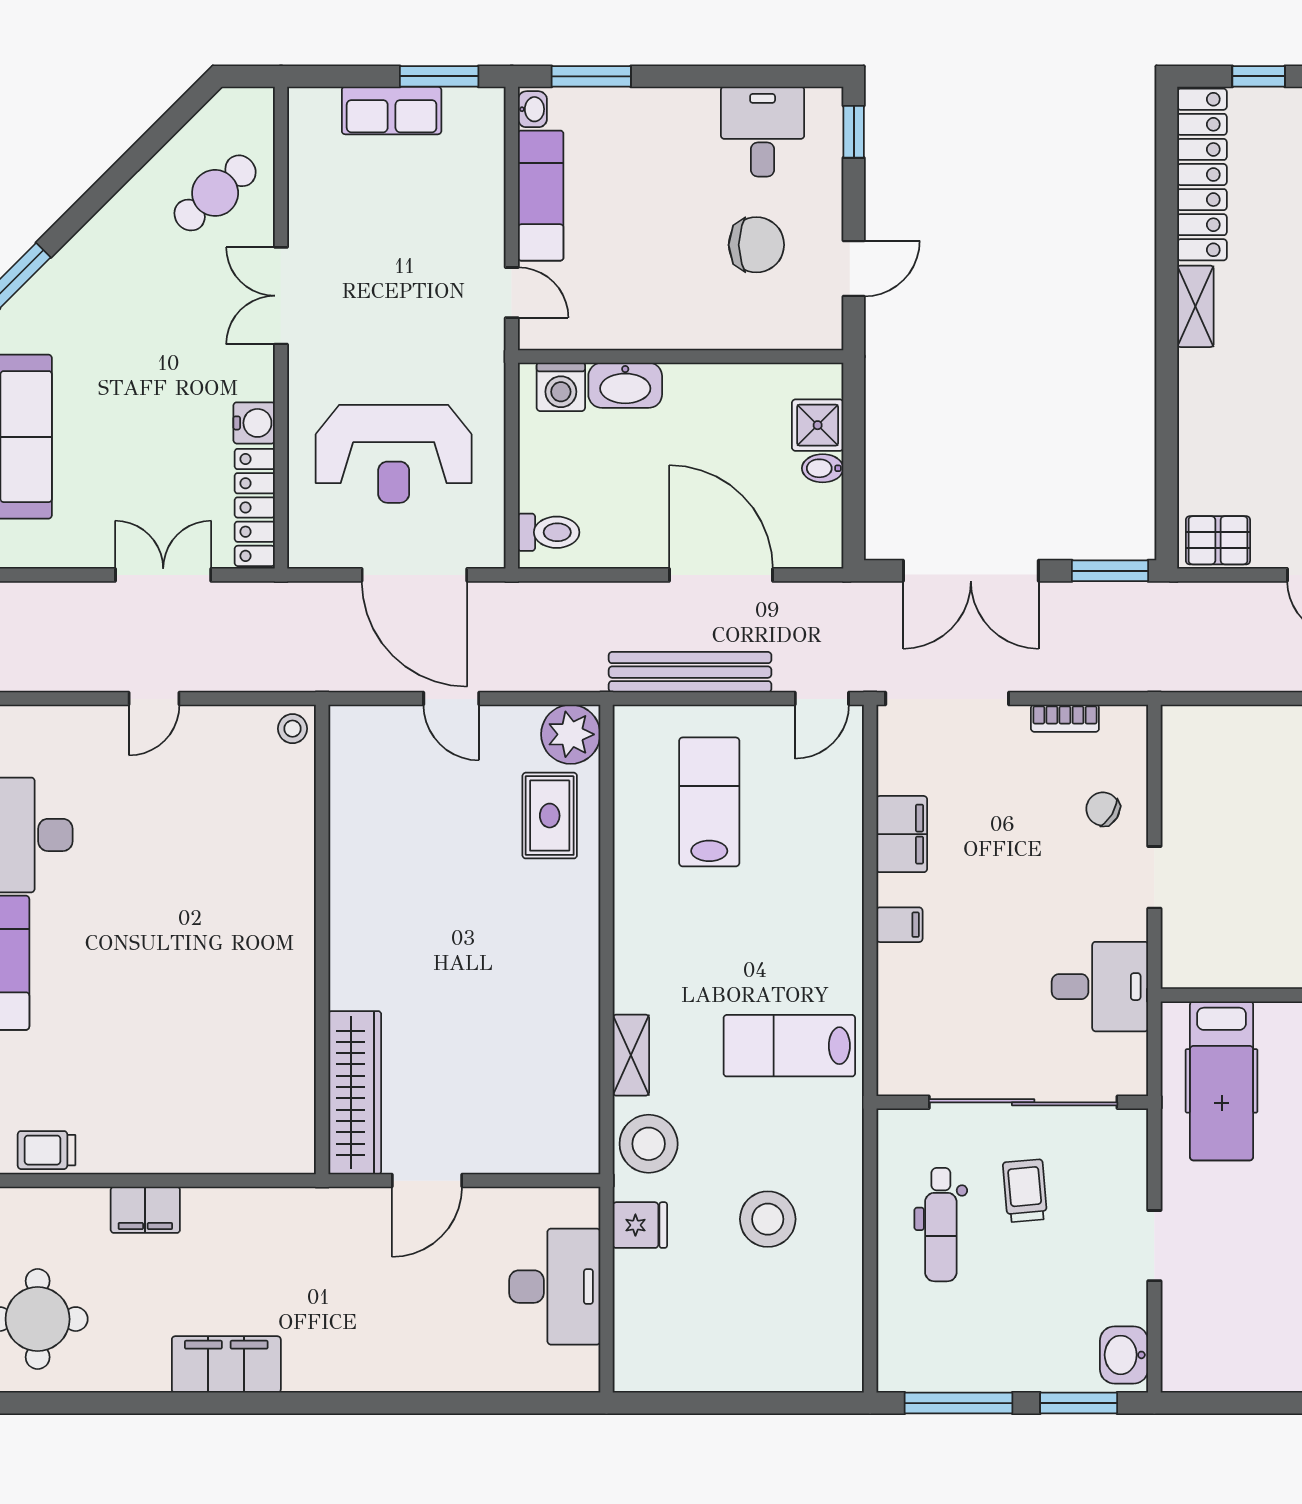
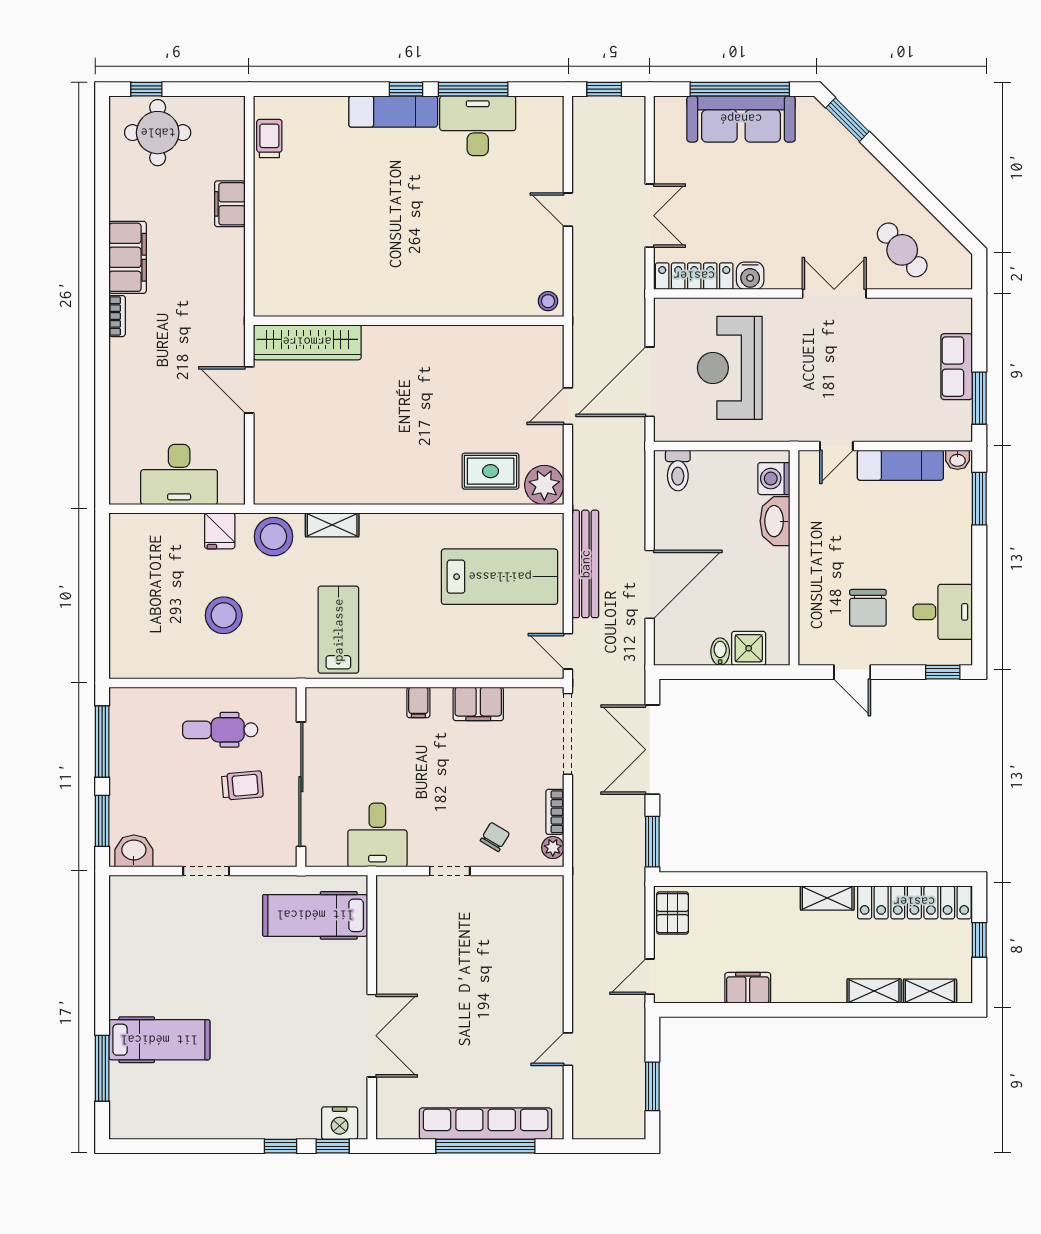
plant: (1119, 721) -> (553, 848), added
lab bench: (709, 802) -> (500, 577), width x1.36, depth x1.39
bookcase: (315, 1380) -> (117, 316), added

